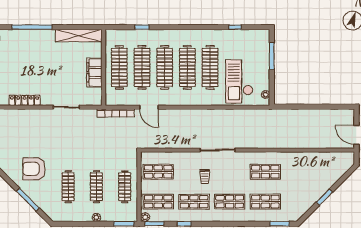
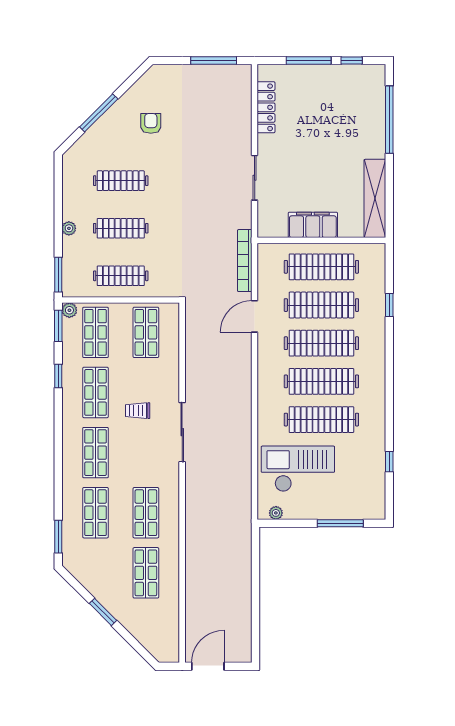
armchair: (34, 169) -> (151, 123), width x0.53, depth x0.53
shop shelf: (301, 172) -> (146, 573), added

